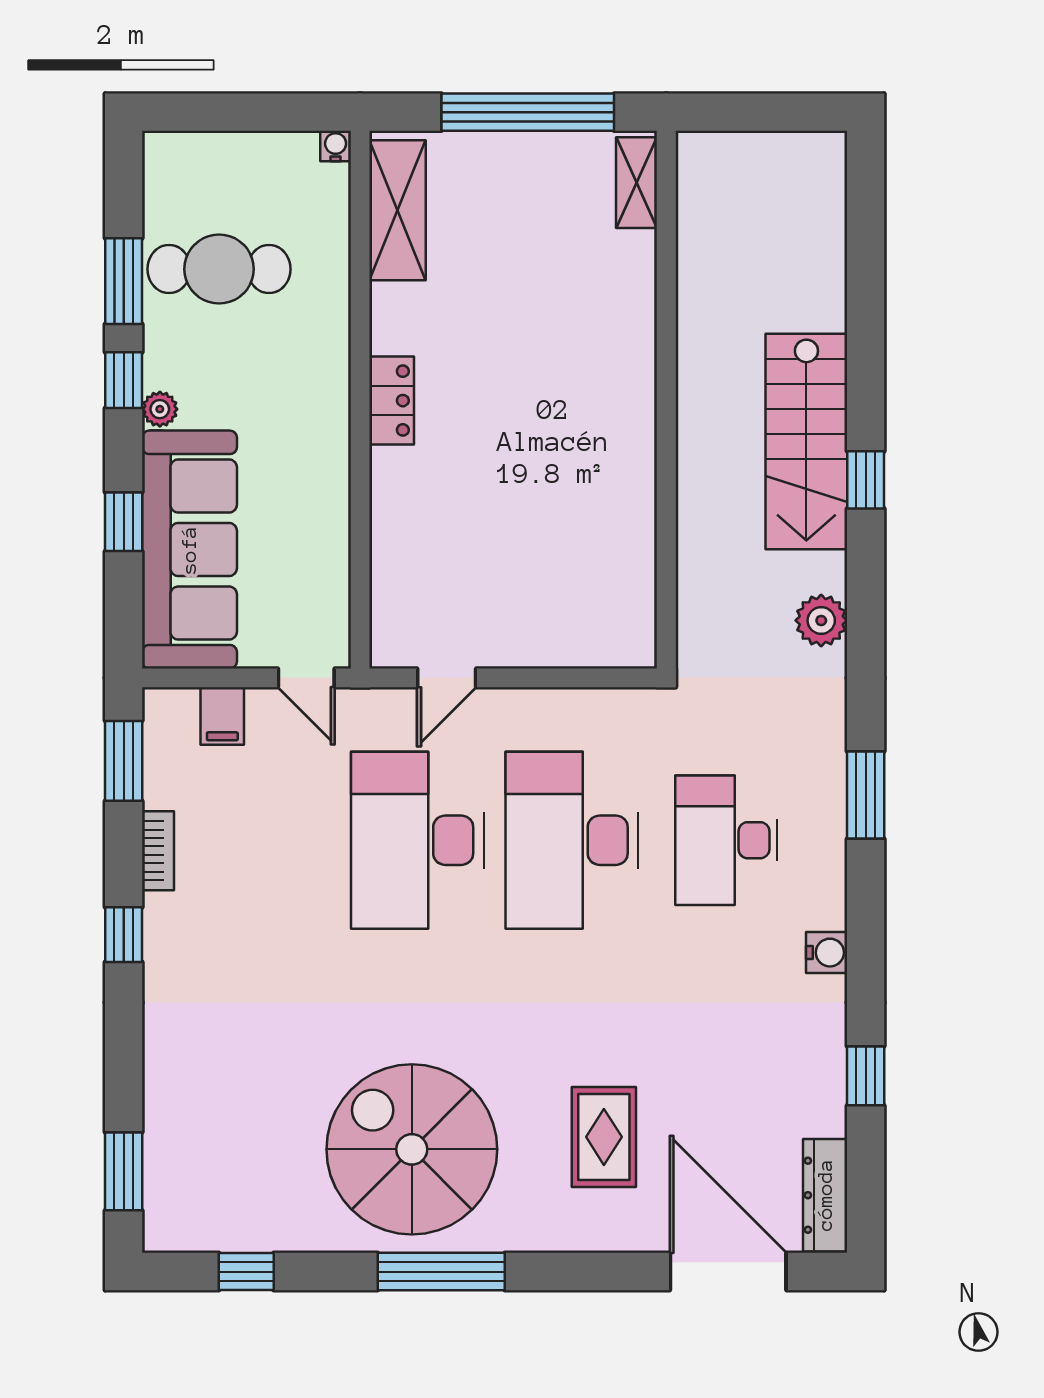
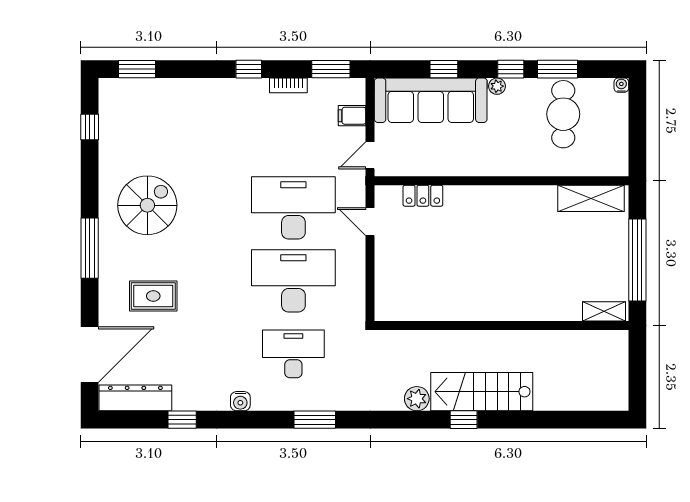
water cooler: (336, 146) -> (621, 85), moved, turned -90
locker: (392, 401) -> (423, 196), moved
plant: (821, 620) -> (417, 399), moved
spiral stairs: (412, 1149) -> (147, 205), width x0.73, depth x0.73
dresser: (825, 1195) -> (135, 398), width x1.37, depth x1.24
window: (441, 1272) -> (90, 248), moved

